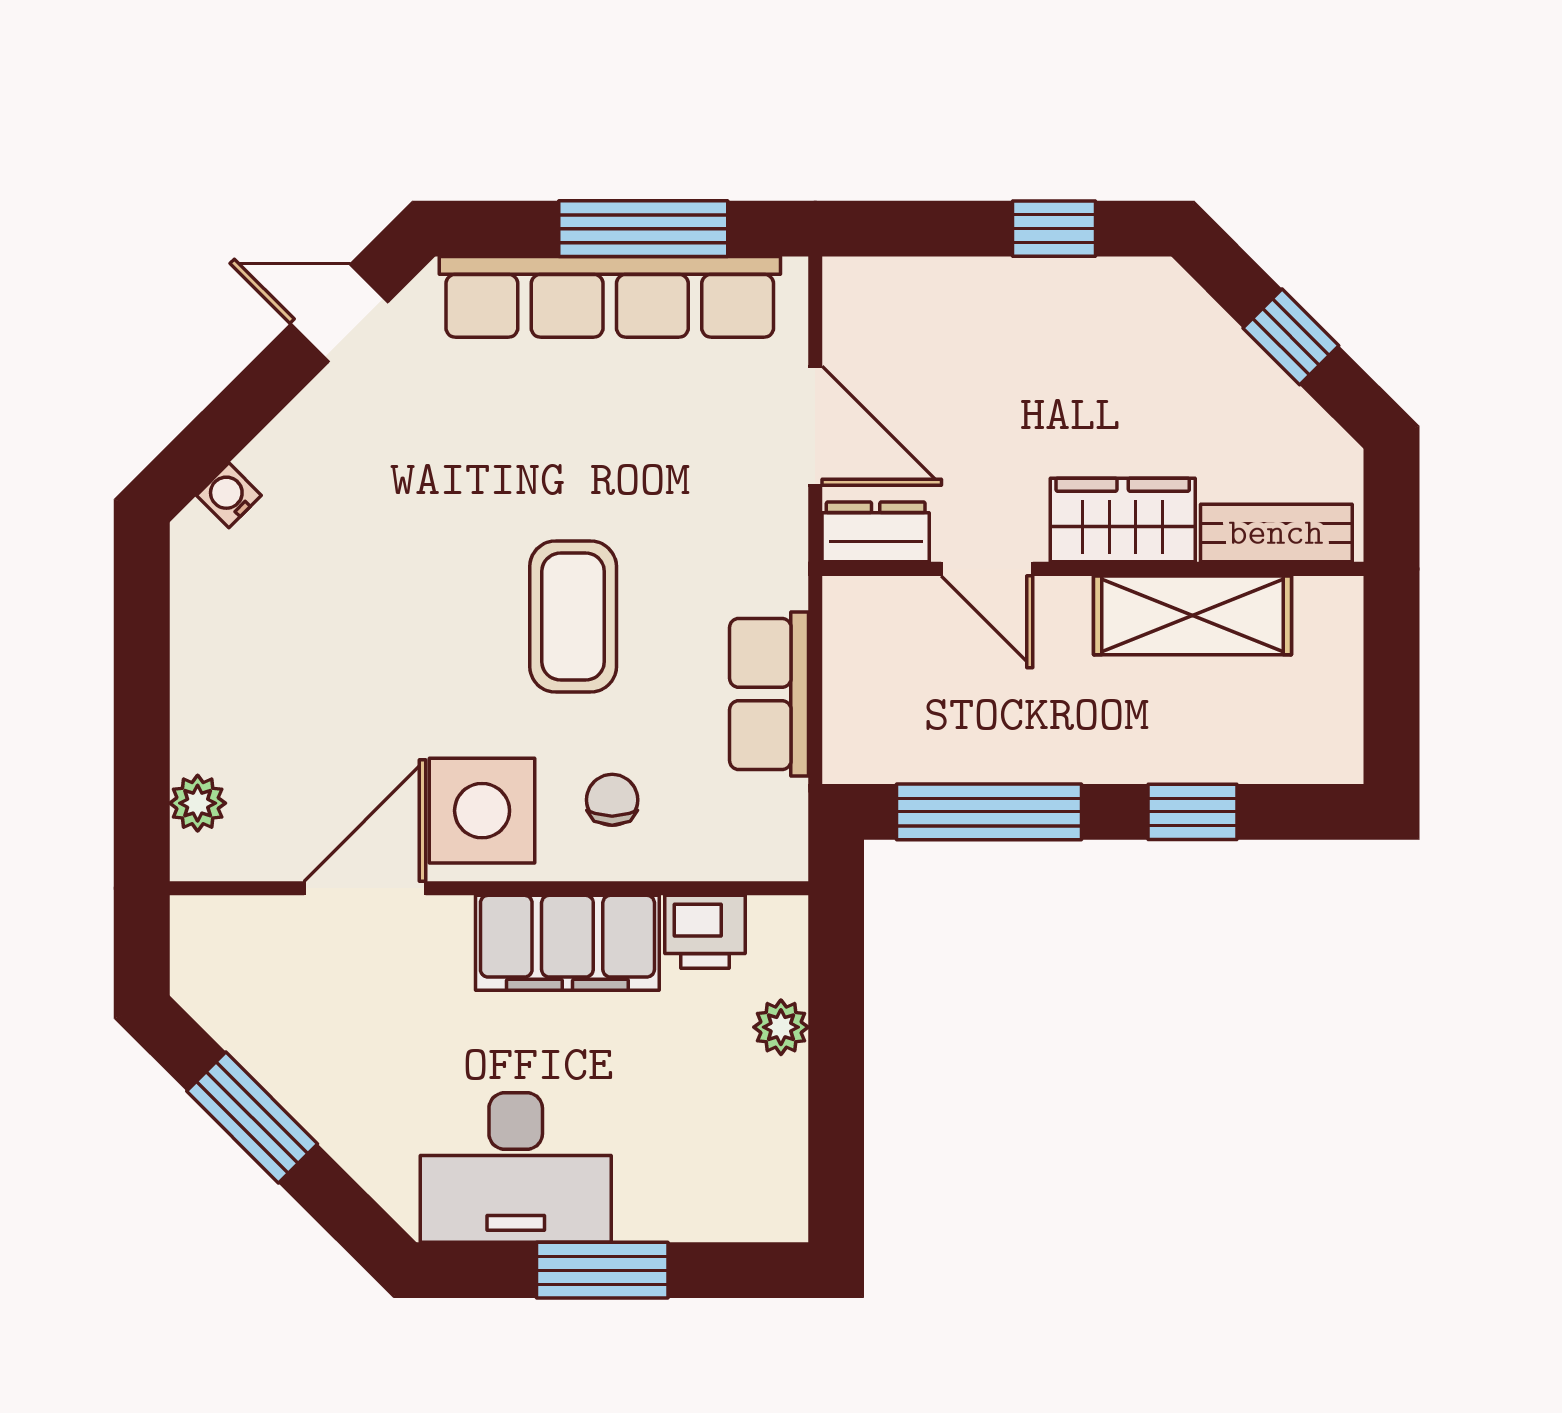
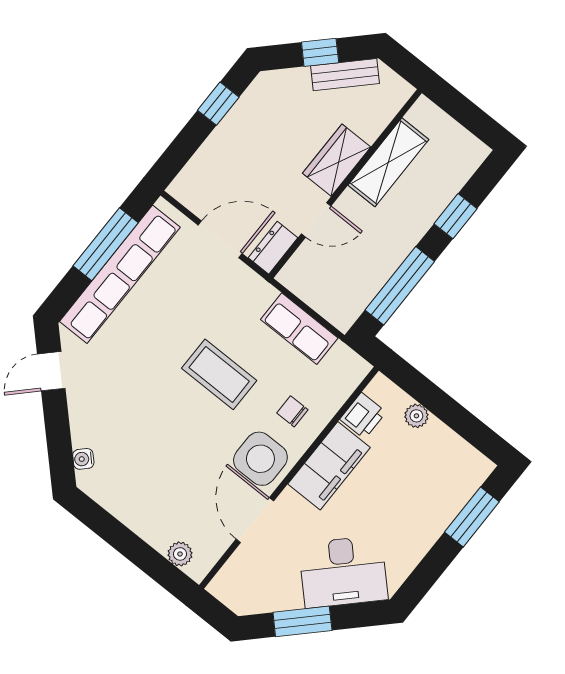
bench: (1276, 533) -> (345, 75), moved, turned 45
desk: (516, 1167) -> (343, 572), moved, turned 45
window: (602, 1270) -> (472, 517), moved

